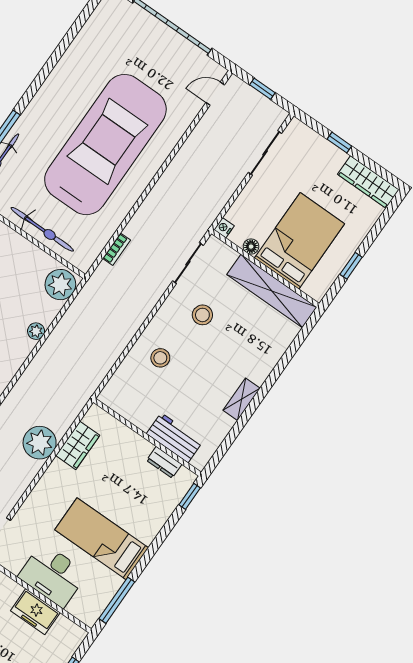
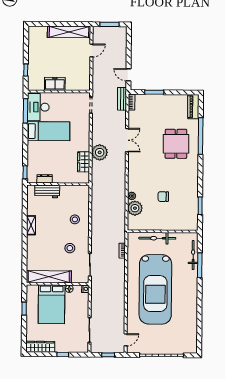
plant: (60, 285) -> (135, 208), moved
desk: (53, 575) -> (38, 107), moved, turned -90

